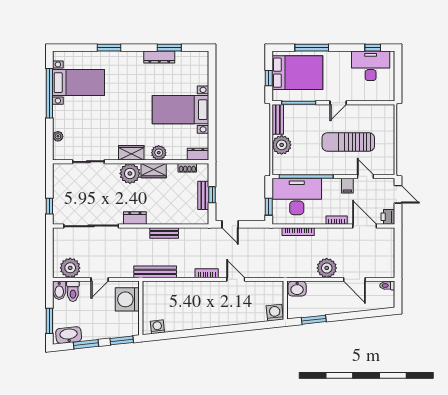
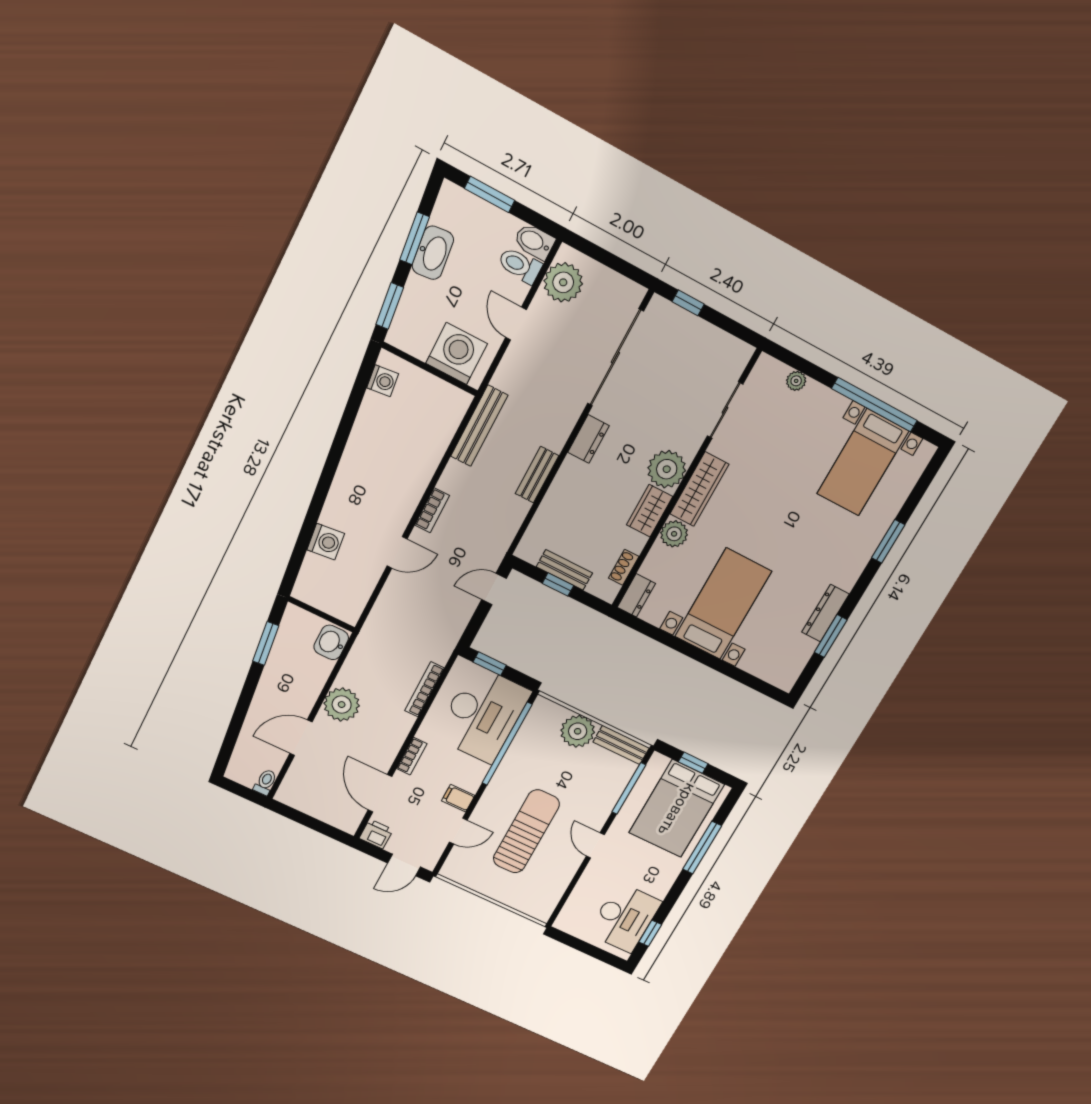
wardrobe: (131, 153) -> (699, 489), width x1.50
door: (365, 226) -> (380, 793), swing flipped
washing machine: (275, 313) -> (326, 542), moved
washbasin: (69, 335) -> (433, 253), moved

